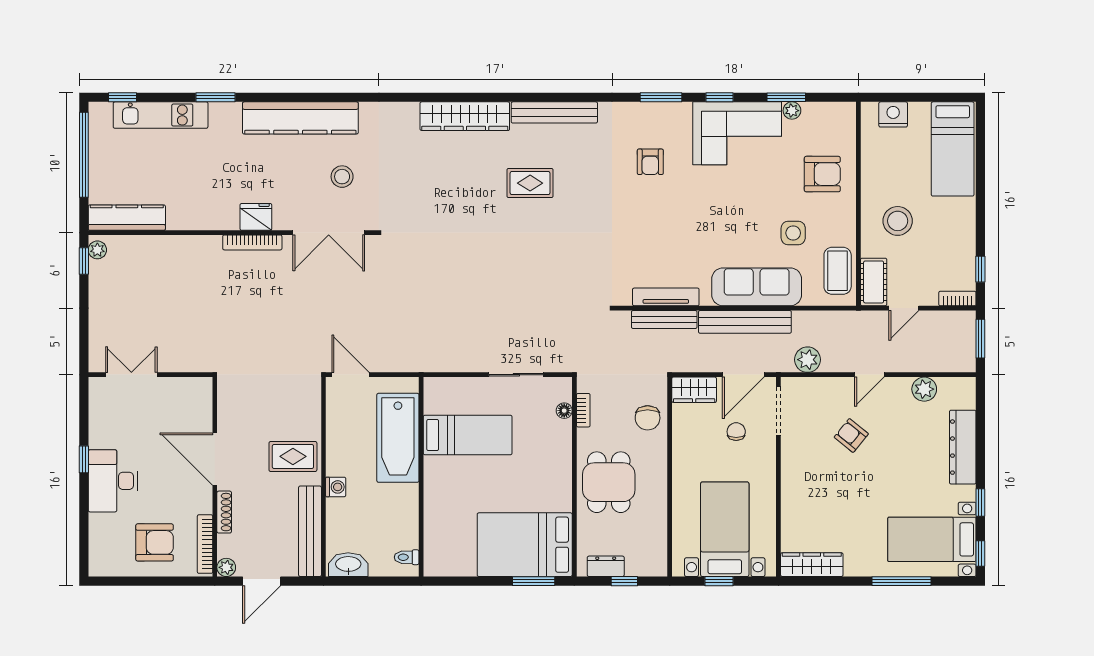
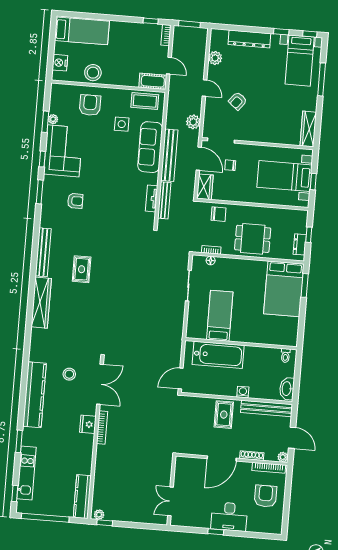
stool: (898, 221) -> (93, 73), moved
tv unit: (666, 297) -> (152, 198), width x0.71

